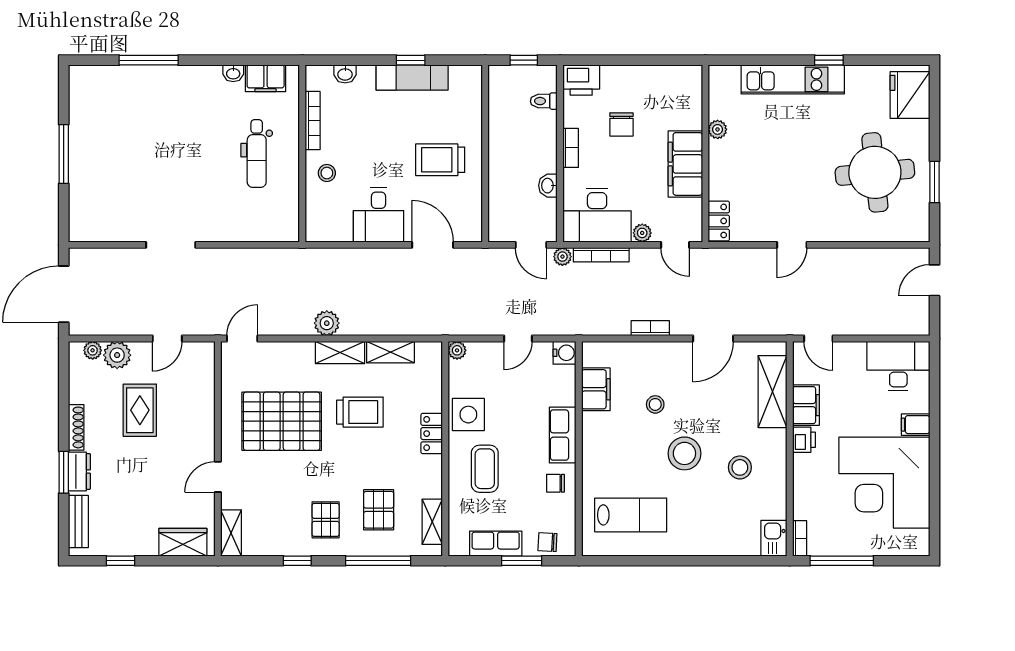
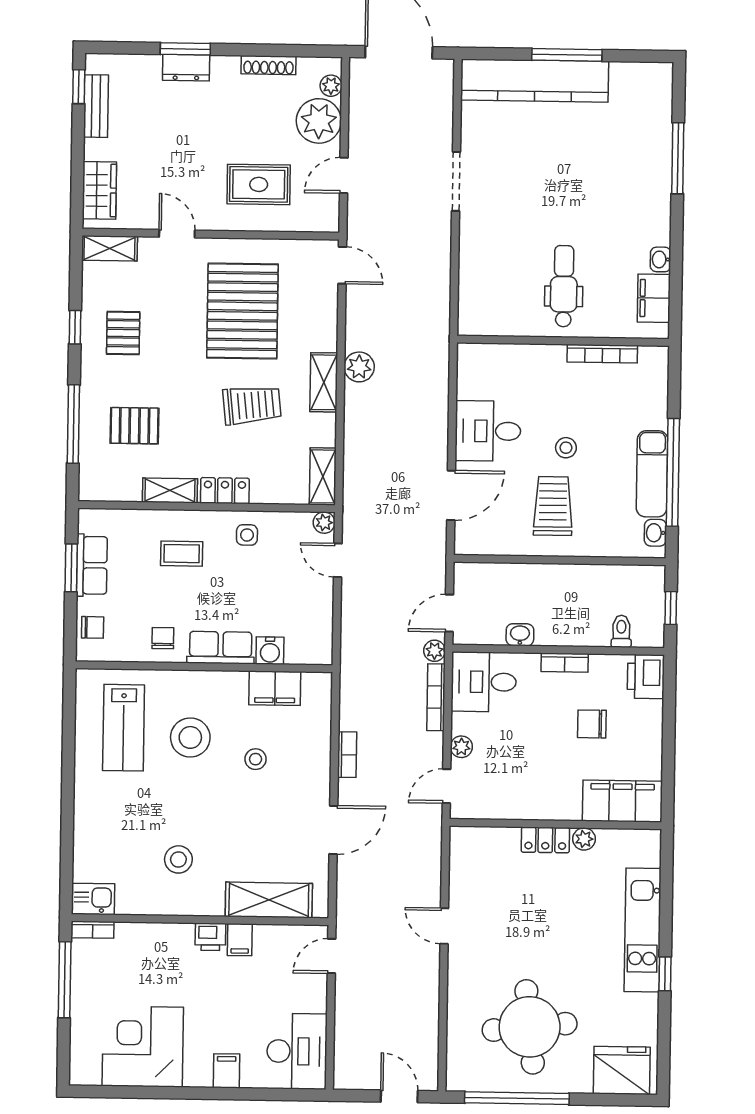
window: (411, 60) -> (673, 472), width x3.17
washbasin: (345, 74) -> (655, 533), moved
dental chair: (257, 154) -> (564, 286), turned 90
filing cabinet: (685, 164) -> (622, 801), moved
stool: (327, 173) -> (566, 448), moved
kitchen counter: (86, 181) -> (535, 81), added
window: (935, 182) -> (517, 1098), width x2.11
desk: (597, 215) -> (484, 682), width x0.73
locker: (719, 221) -> (545, 840), moved
door: (167, 339) -> (344, 175), hinge flipped
door: (518, 339) -> (338, 560), moved
door: (713, 339) -> (333, 830), swing flipped
shelving: (390, 352) -> (323, 476), moved
water cooler: (565, 353) -> (270, 651), moved
plant: (117, 355) -> (319, 121), width x1.36, depth x1.36
filing cabinet: (806, 405) -> (240, 940), width x0.50
rug: (140, 410) -> (259, 184), moved
trolley: (360, 412) -> (252, 405), turned -96
side table: (468, 415) -> (247, 535), width x0.54, depth x0.54
shoe rack: (76, 427) -> (269, 65), moved
stool: (684, 453) -> (190, 737), moved
coffee table: (485, 469) -> (182, 554), width x0.73, depth x0.77
corner desk: (884, 483) -> (143, 1047), width x0.74, depth x0.74
pallet: (326, 520) -> (123, 333), moved, turned 90
bench: (78, 522) -> (96, 106), moved, turned 90
shelving: (432, 522) -> (170, 490), moved
chair: (547, 542) -> (93, 627), turned 87
window: (121, 561) -> (79, 87), moved
window: (522, 561) -> (71, 568), moved

